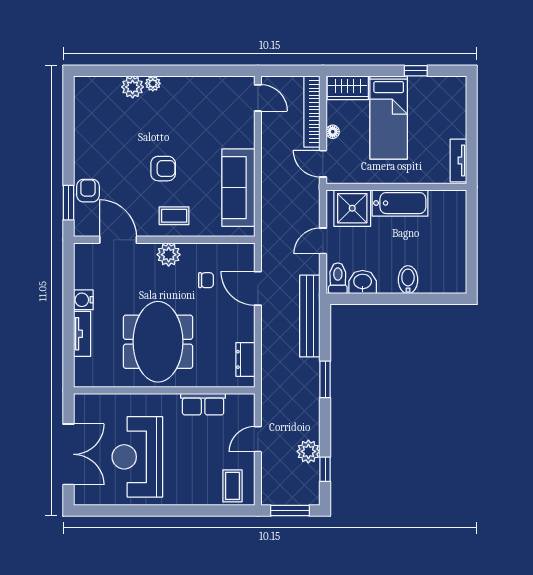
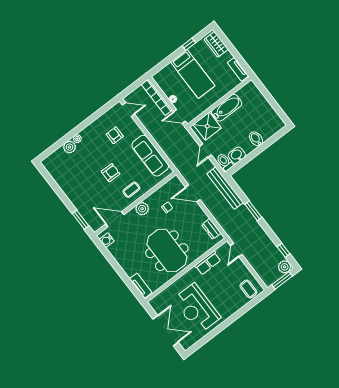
wardrobe: (348, 88) -> (216, 44), moved, turned 90
armchair: (88, 191) -> (115, 135), moved
water cooler: (83, 300) -> (107, 240), moved
tv unit: (82, 334) -> (141, 286), moved
door: (258, 439) -> (236, 250), moved
plant: (308, 451) -> (285, 267), moved

